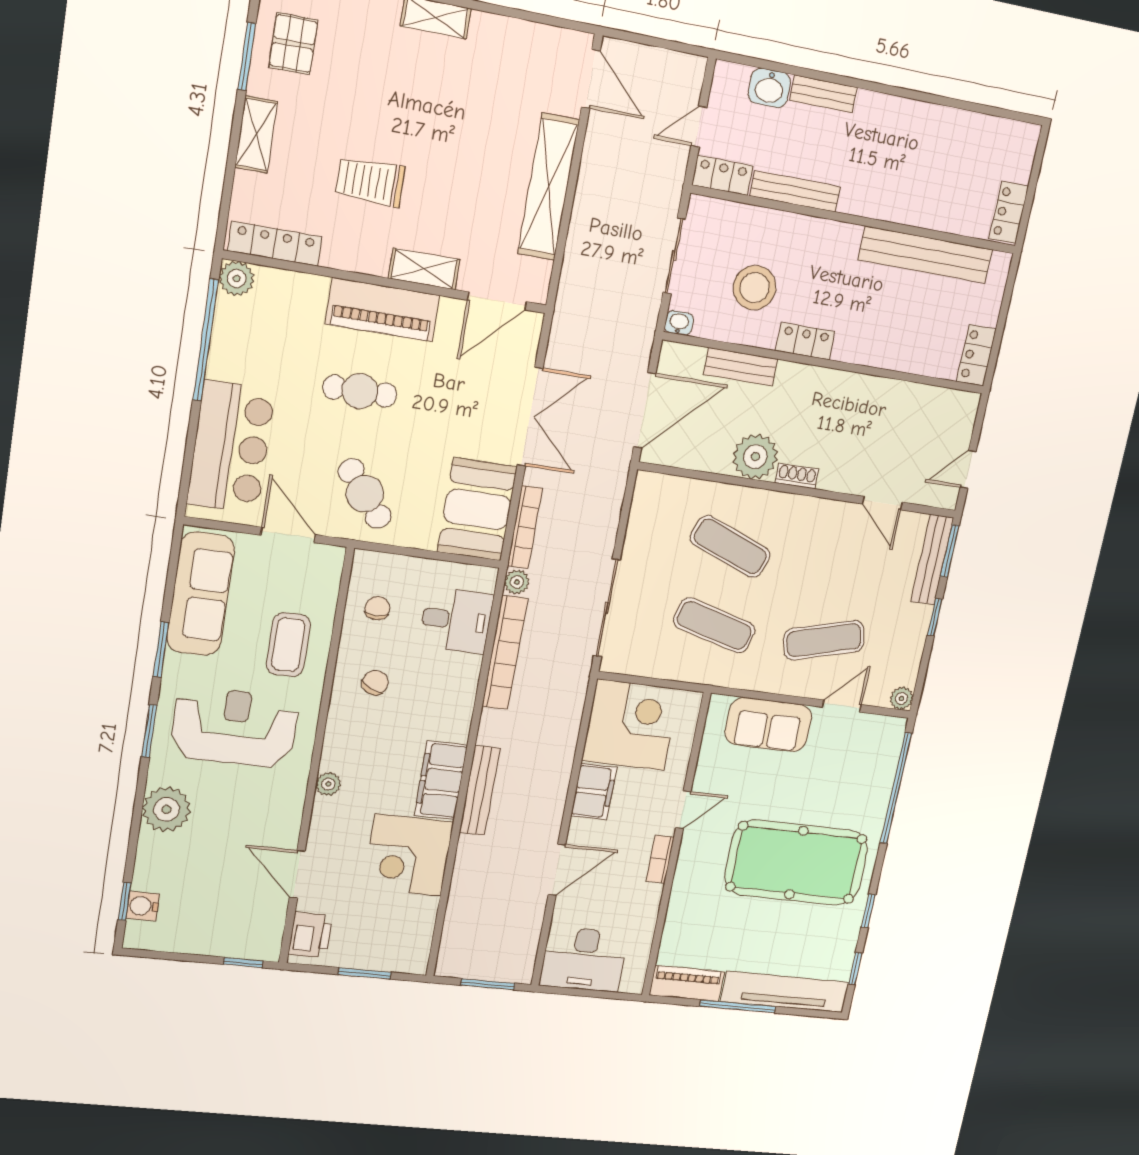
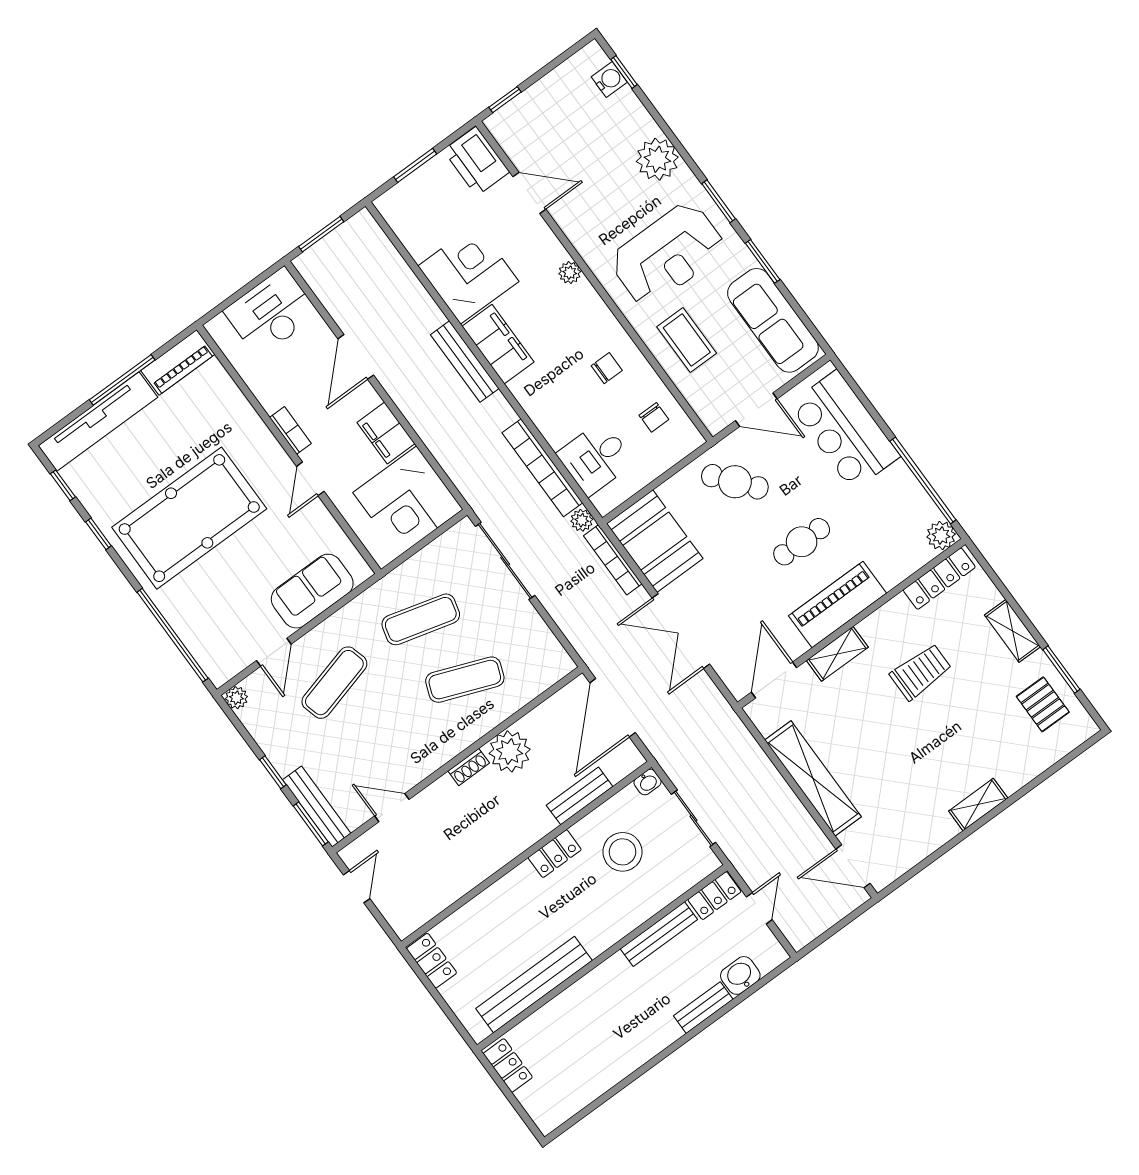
chair: (375, 683) -> (607, 368), turned -116
printer: (310, 935) -> (476, 161), width x1.37, depth x1.19

